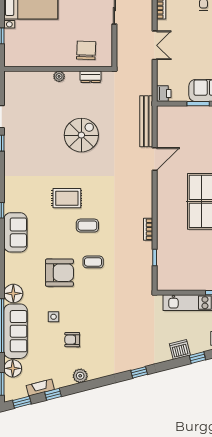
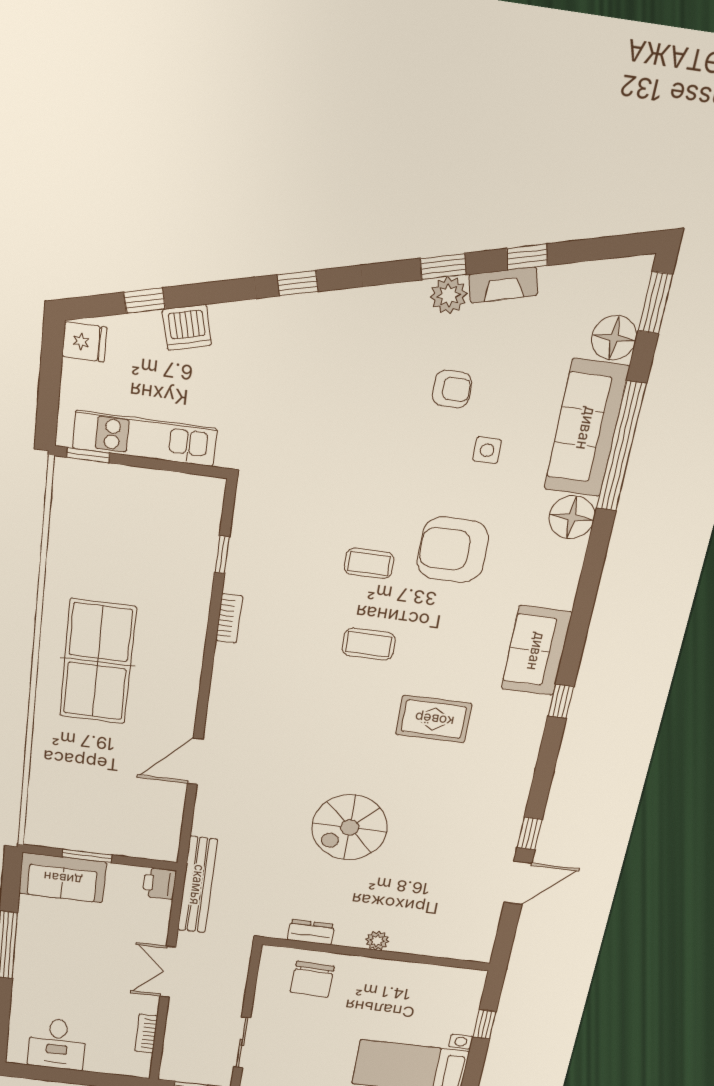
bench: (146, 121) -> (197, 885), moved
rug: (67, 198) -> (434, 719), moved
fireplace: (40, 388) -> (503, 285), moved
window: (22, 402) -> (443, 267), moved

